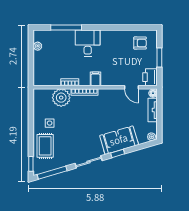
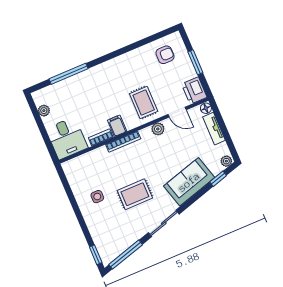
desk: (88, 43) -> (67, 138), moved, turned 180
rug: (111, 70) -> (144, 103), added
filing cabinet: (96, 79) -> (117, 126), moved
plant: (61, 98) -> (158, 129), moved, width x0.53, depth x0.53
rug: (45, 146) -> (135, 194), moved, turned 90
window: (118, 153) -> (218, 179), moved

